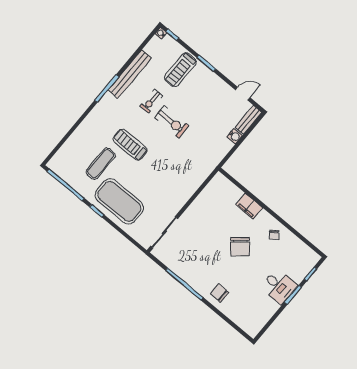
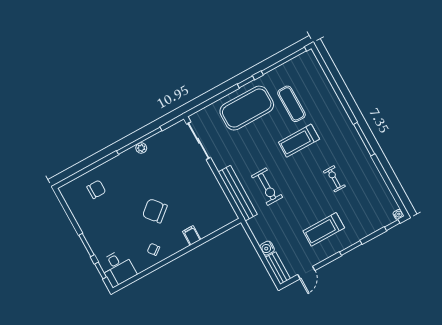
treadmill: (180, 70) -> (324, 229), moved, turned -90
bench: (130, 74) -> (238, 193), moved
exercise bike: (172, 122) -> (267, 187), moved, turned -90
treadmill: (130, 145) -> (299, 141), turned 180
filing cabinet: (249, 206) -> (192, 236), width x0.50
plant: (190, 280) -> (141, 148), added
desk: (279, 286) -> (118, 268), moved, turned -90
chair: (220, 293) -> (96, 189), moved

